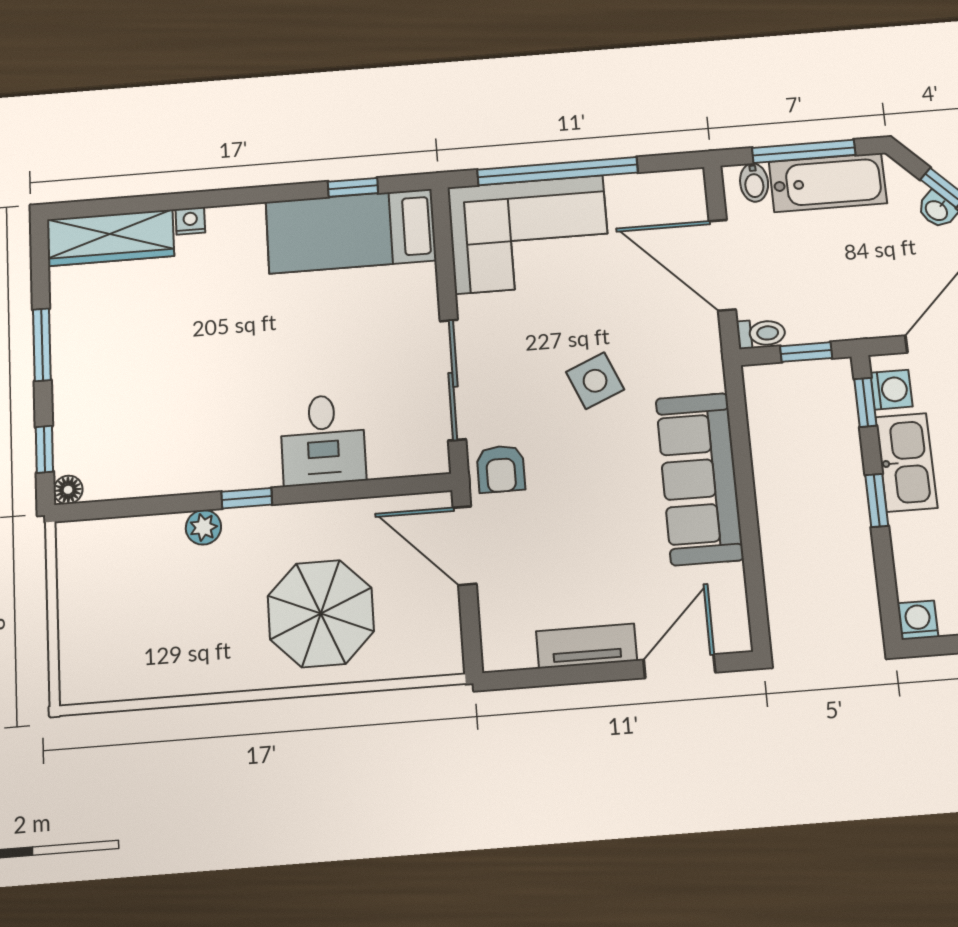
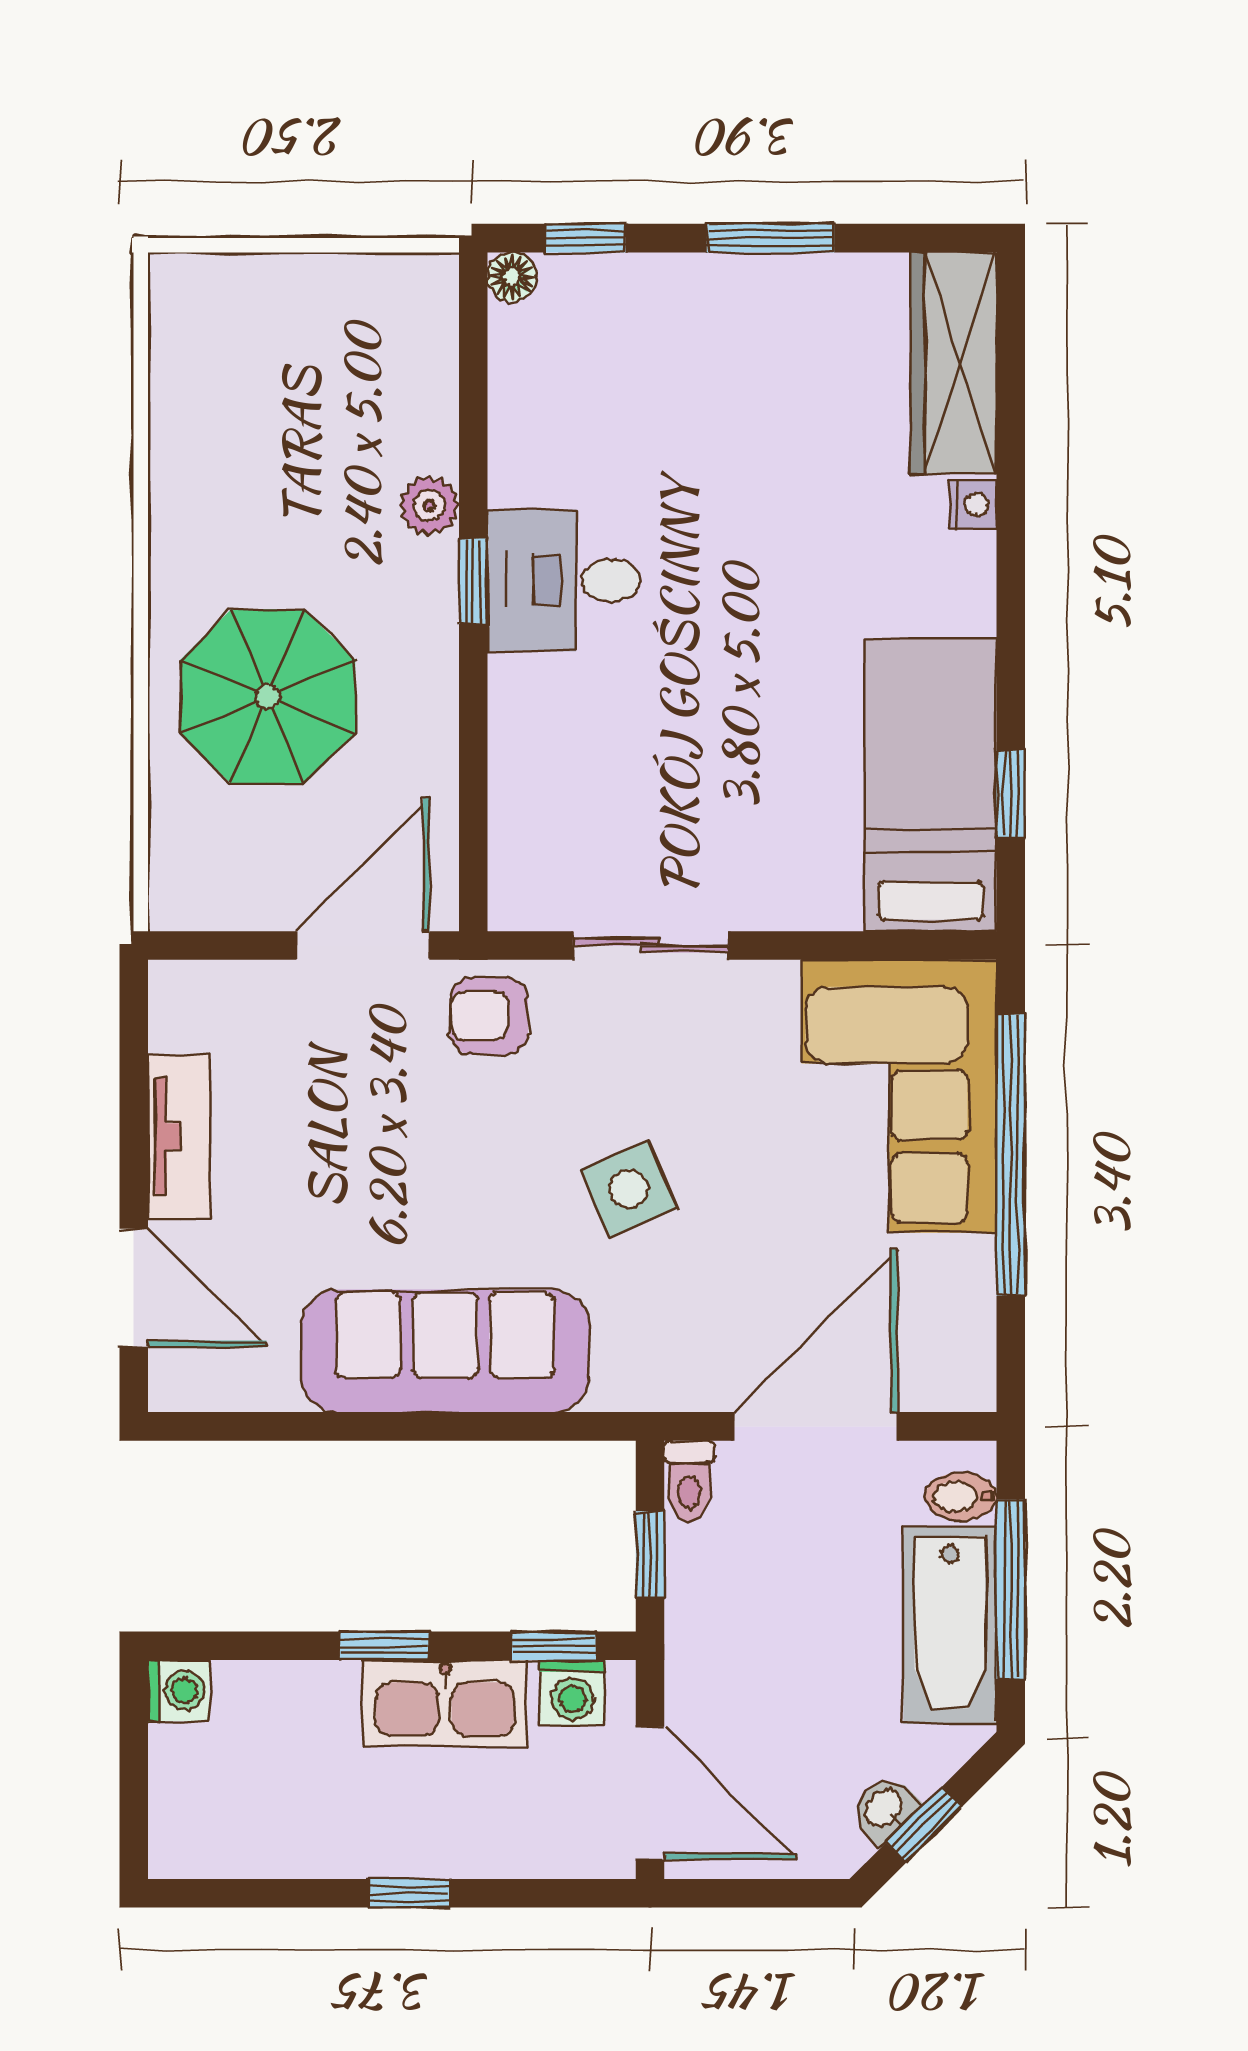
sliding door: (453, 380) -> (650, 945), width x0.73
desk: (323, 440) -> (564, 581), moved

